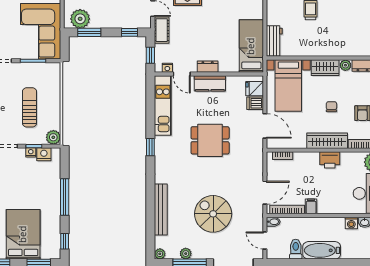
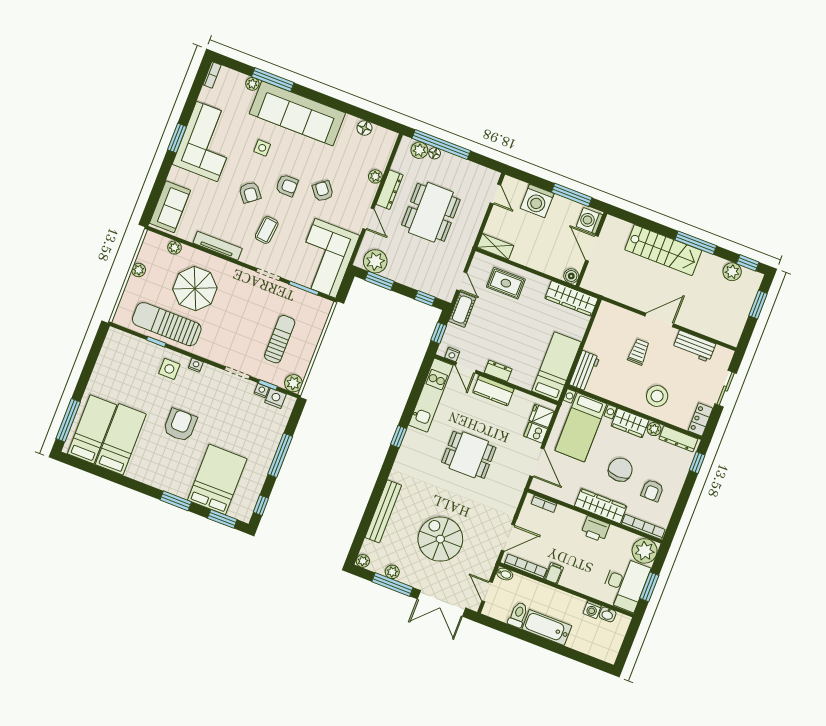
stool: (338, 39) -> (657, 396), added
chair: (331, 107) -> (620, 470), width x1.87, depth x1.87

